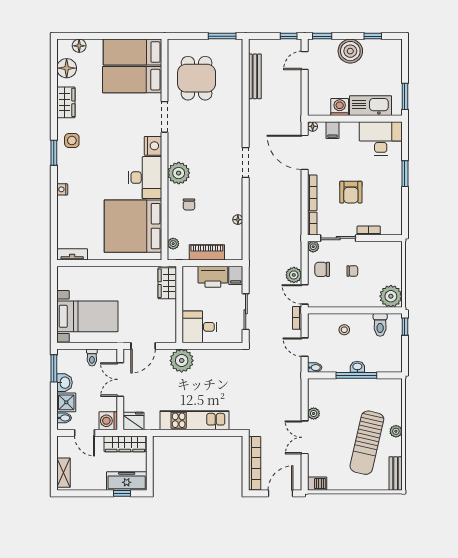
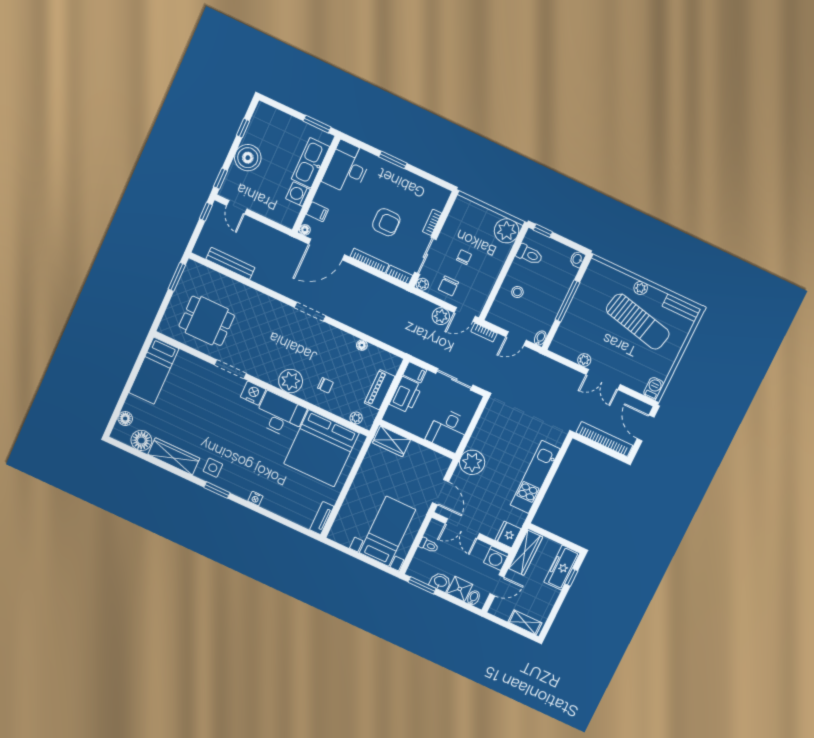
bed: (132, 80) -> (180, 383), removed
wardrobe: (66, 102) -> (174, 456), width x1.50
washbasin: (357, 367) -> (577, 259), moved

